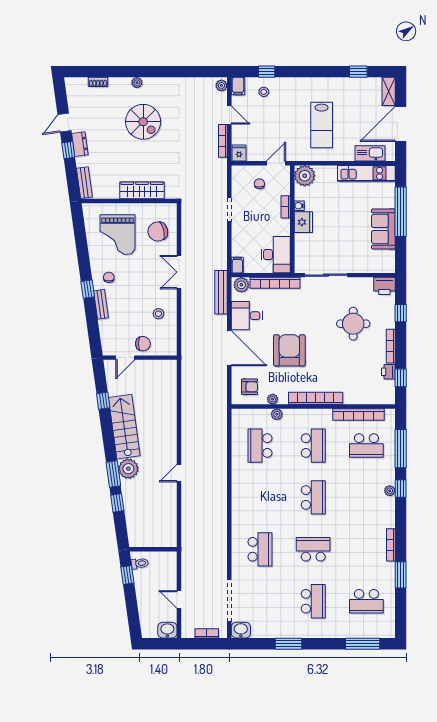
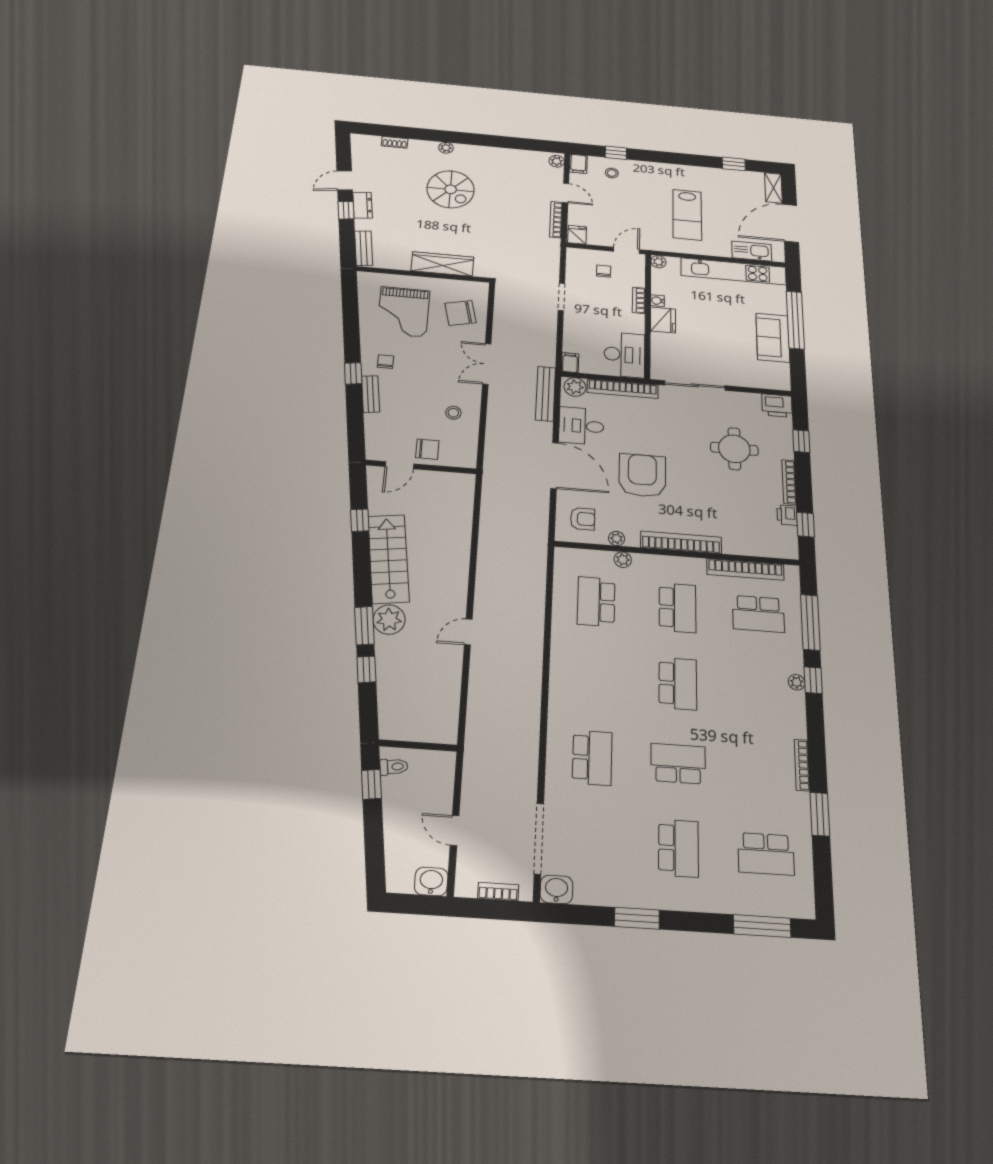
kitchen unit: (366, 173) -> (734, 271), width x1.36
plant: (305, 176) -> (658, 262), width x0.53, depth x0.53

